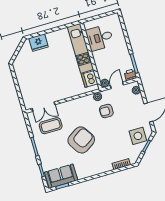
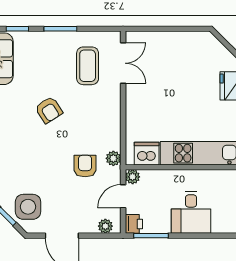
desk: (100, 38) -> (191, 212), moved, turned 180
door: (117, 85) -> (123, 196), swing flipped
double door: (43, 107) -> (123, 63), swing flipped
armchair: (81, 140) -> (49, 110), width x0.53, depth x0.53

